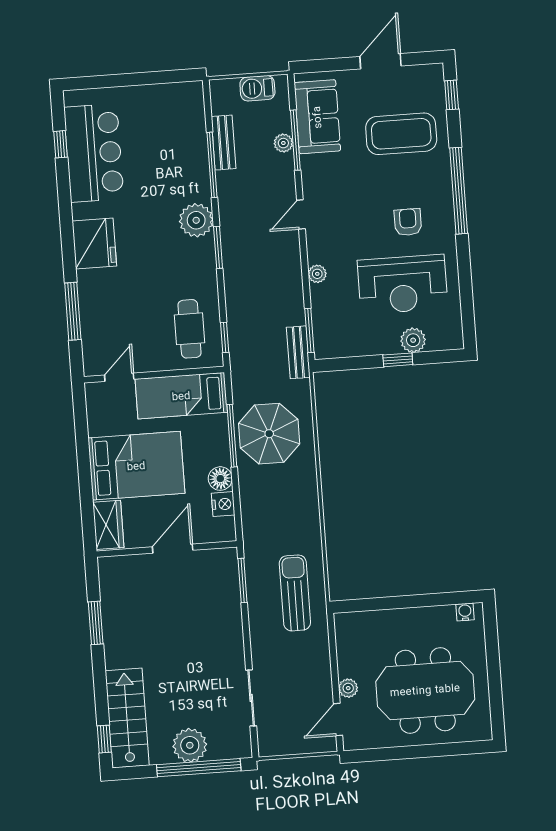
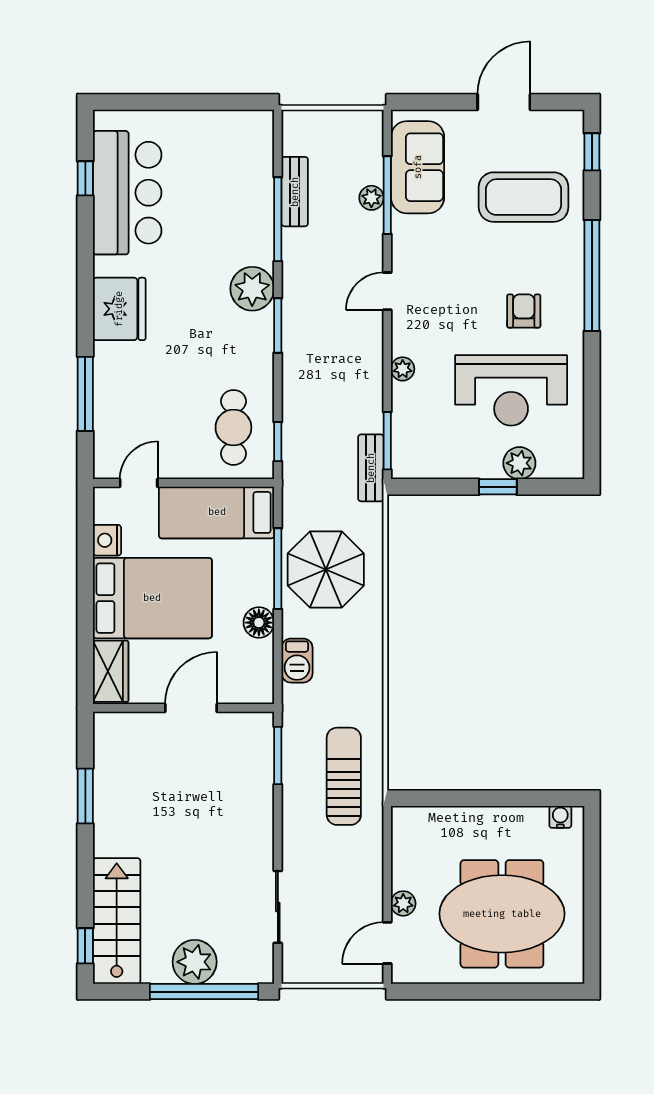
barbecue: (257, 88) -> (297, 661), moved, turned -90
nightstand: (223, 504) -> (107, 540), moved, turned 180

